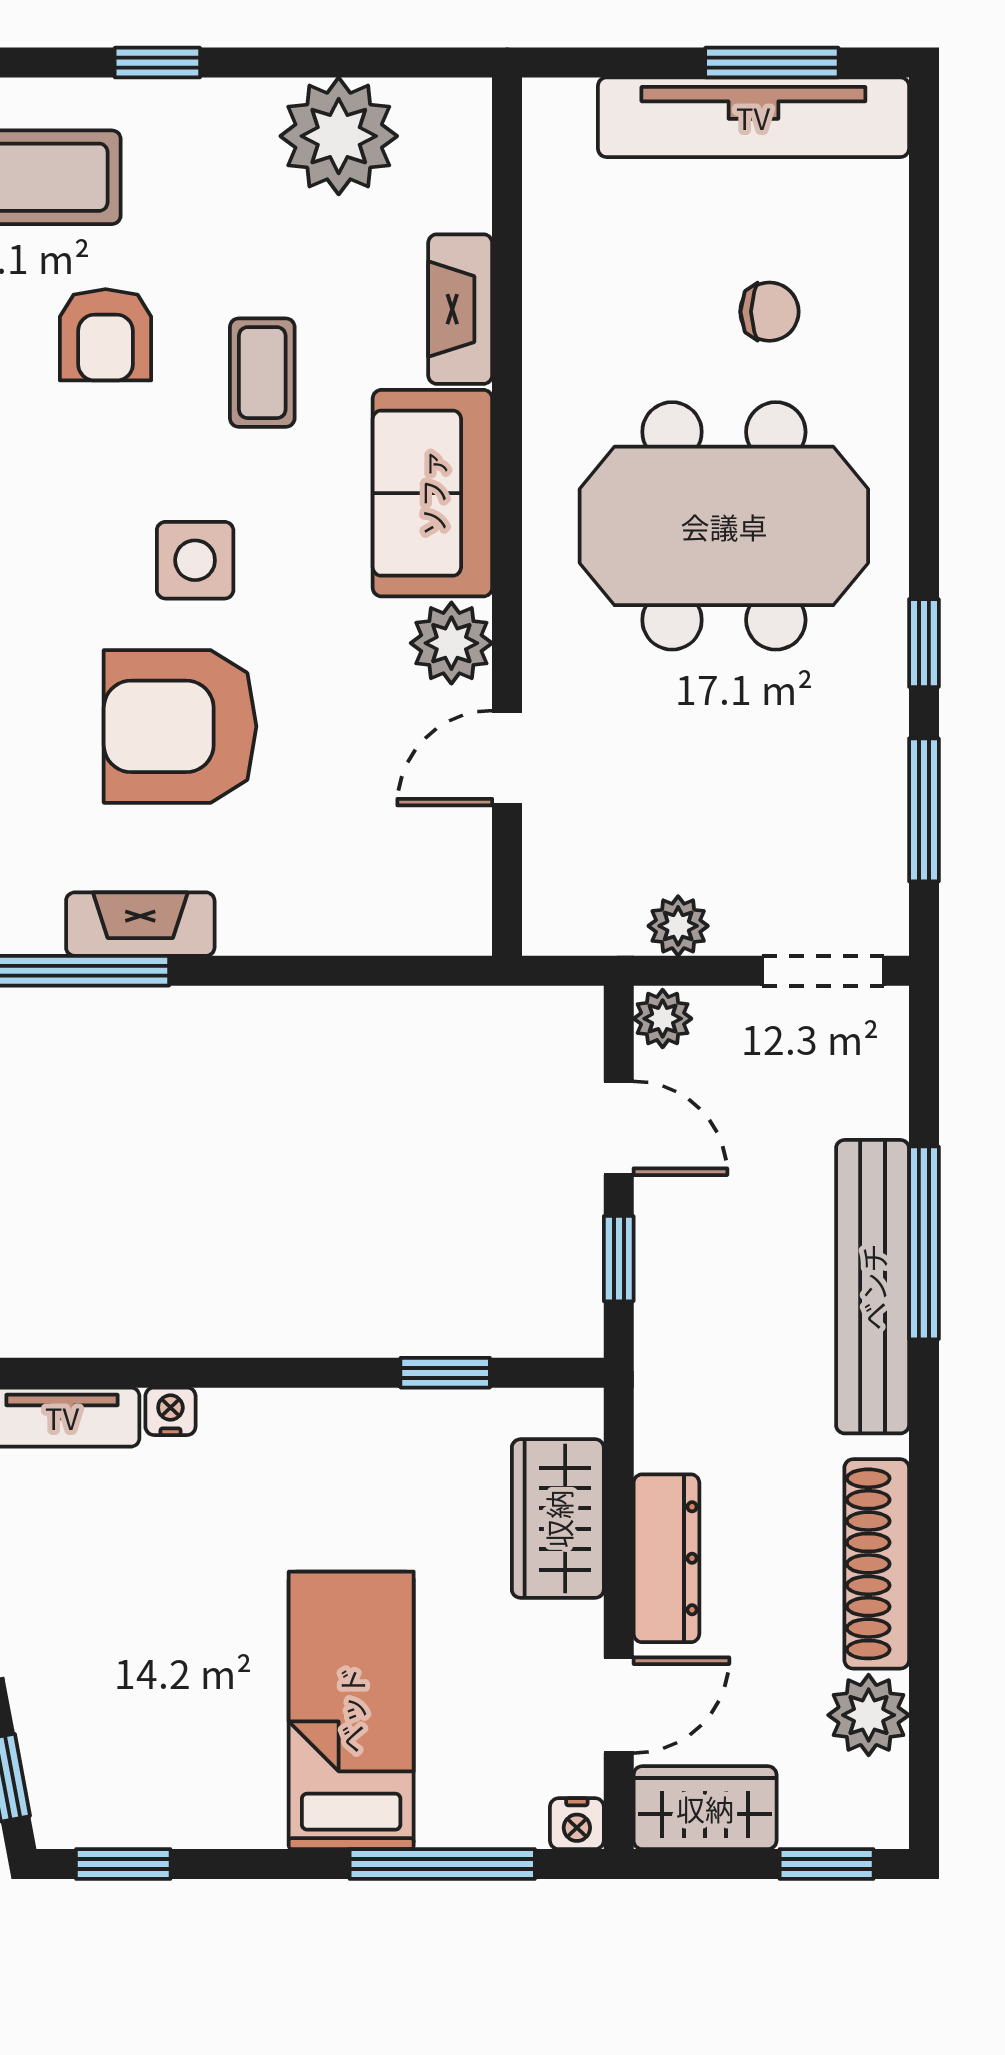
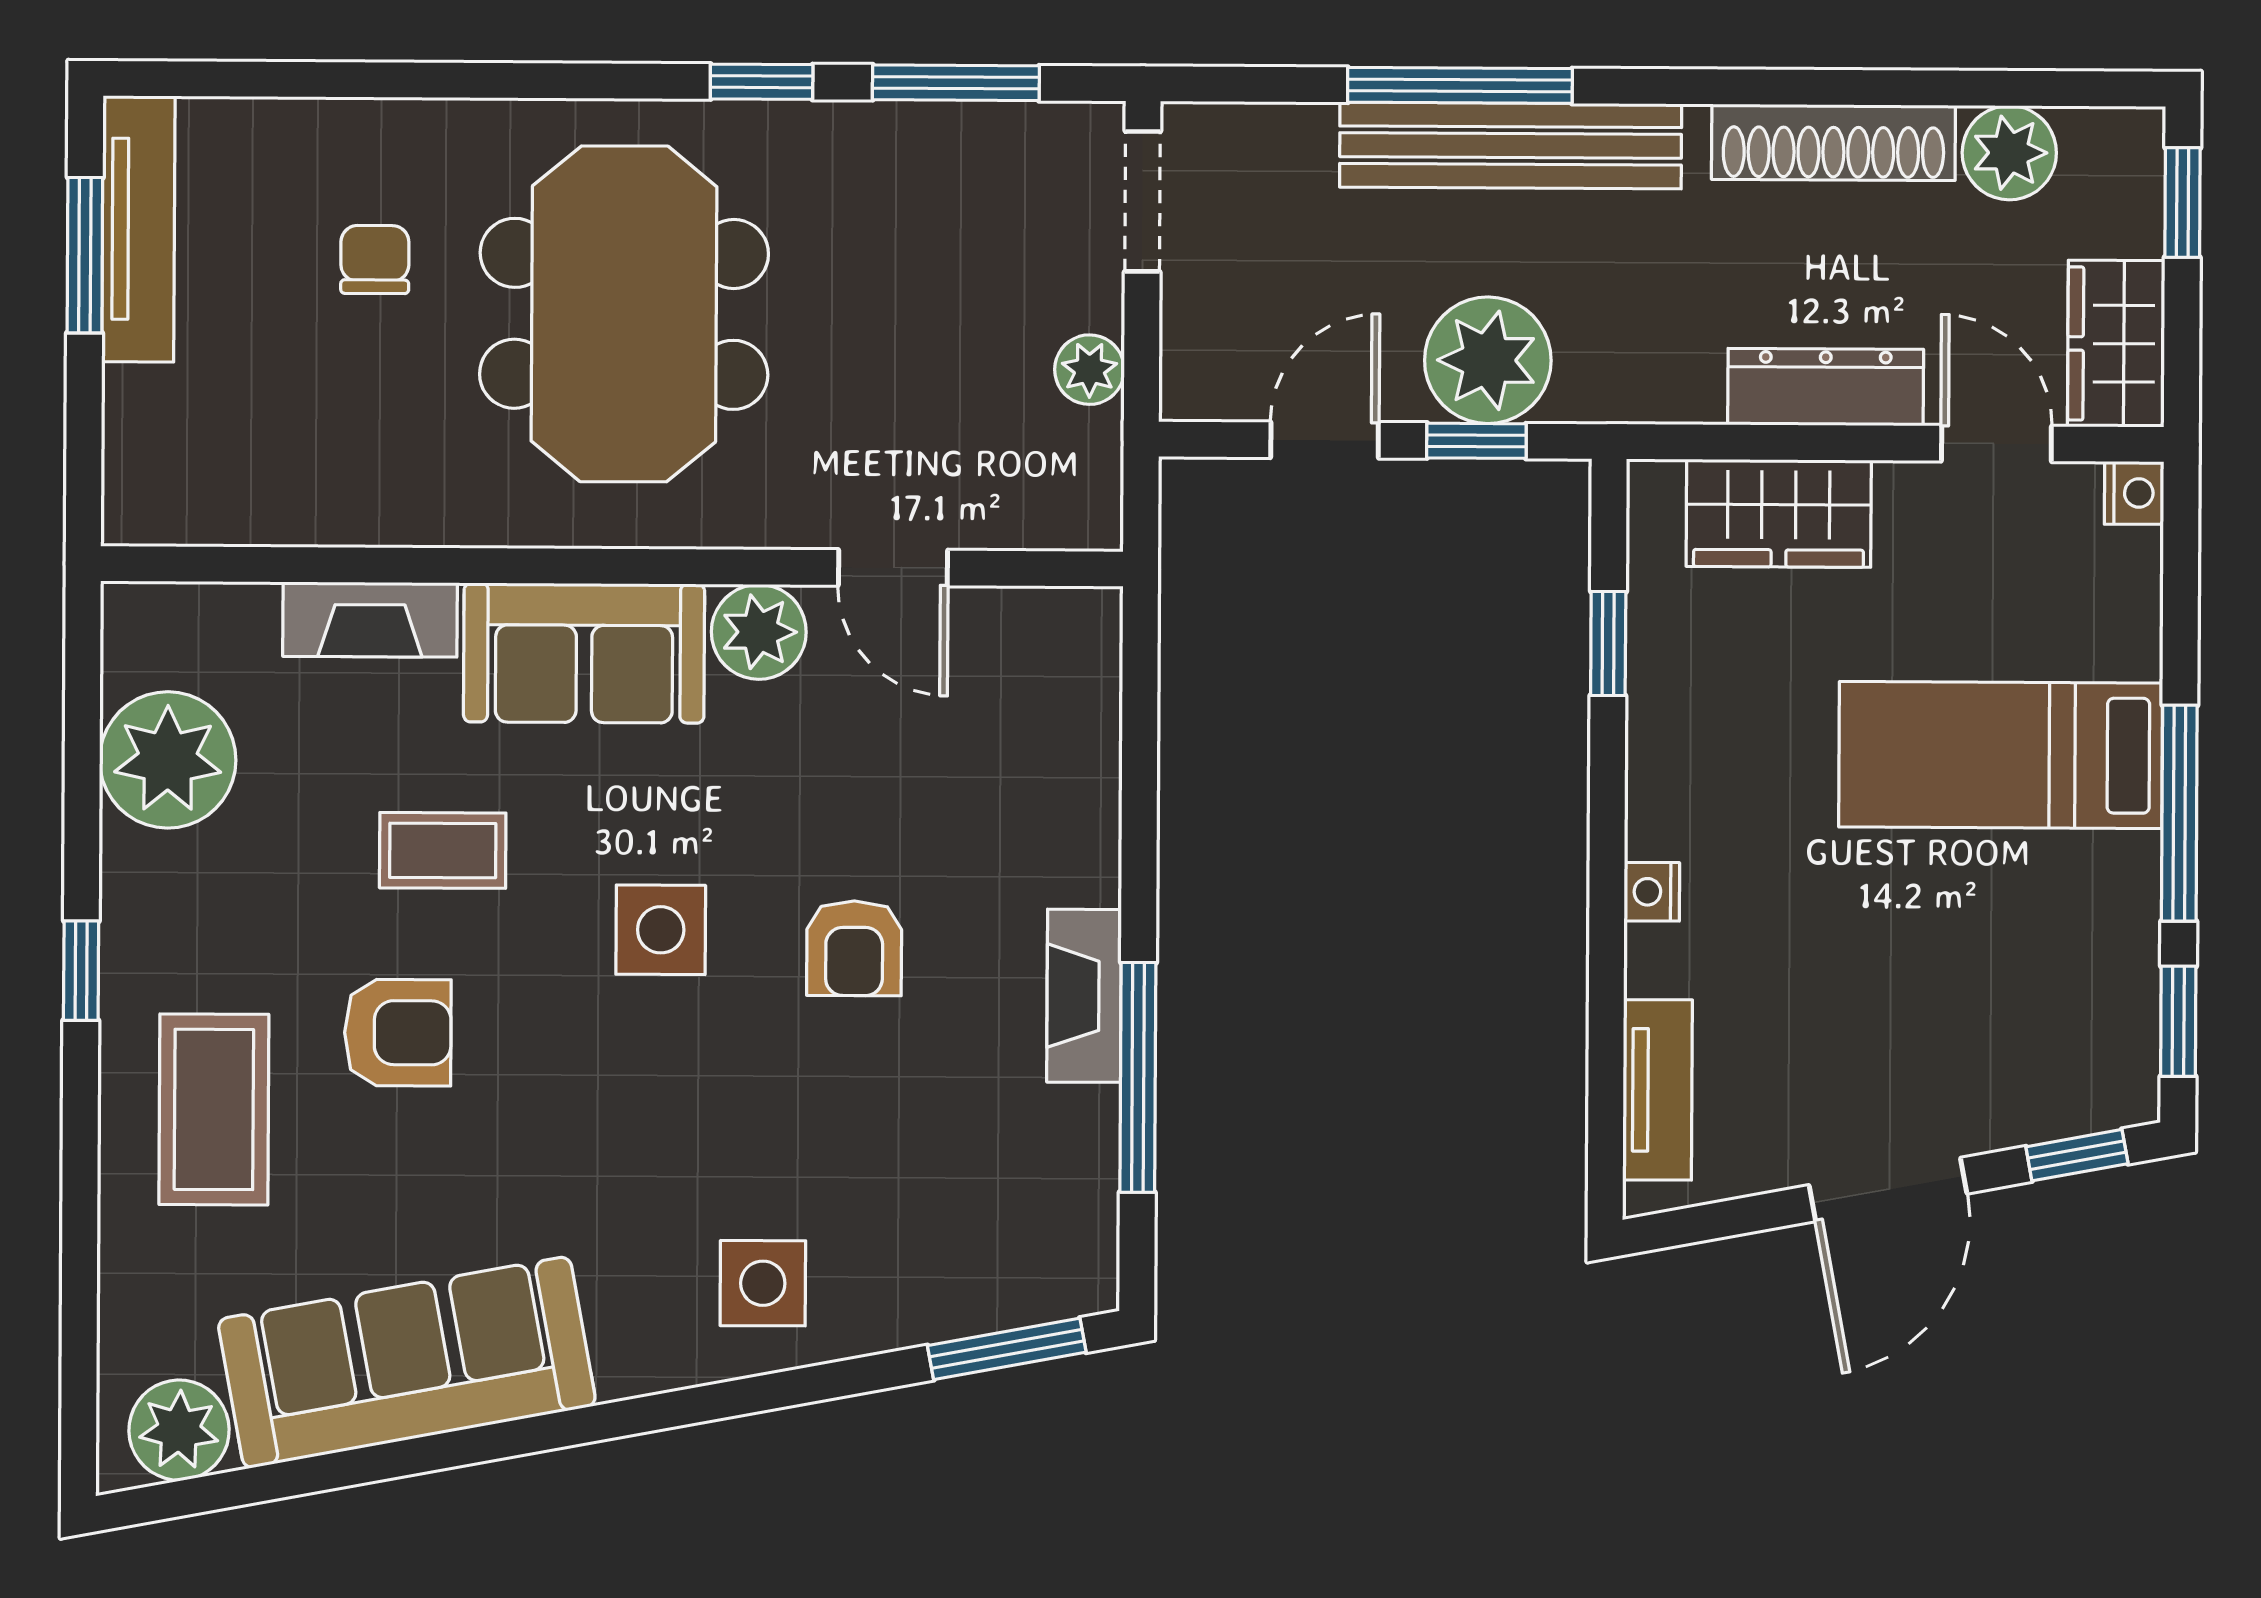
tv unit: (753, 117) -> (138, 229), width x0.73, depth x0.78
armchair: (180, 726) -> (854, 948), width x0.53, depth x0.53
plant: (663, 1019) -> (1488, 360), moved, width x1.88, depth x1.88
nightstand: (170, 1411) -> (1652, 892), moved
window: (442, 1864) -> (2179, 813), moved

